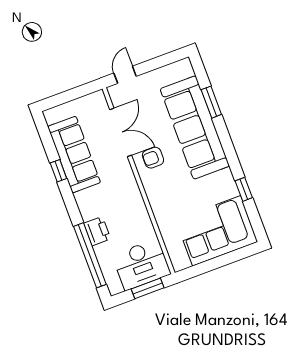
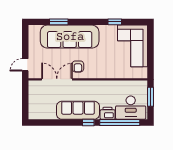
door: (125, 75) -> (25, 65), hinge flipped
sofa: (74, 155) -> (78, 110), moved
window: (58, 171) -> (88, 122), moved
desk: (141, 264) -> (131, 108), moved, turned 90

